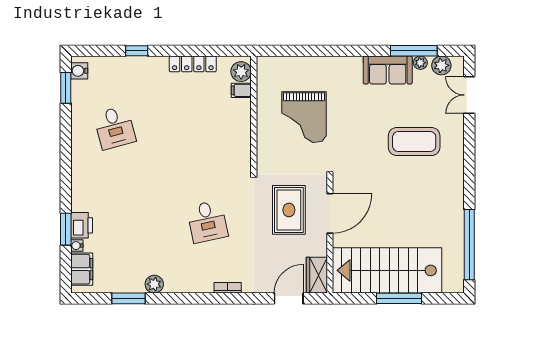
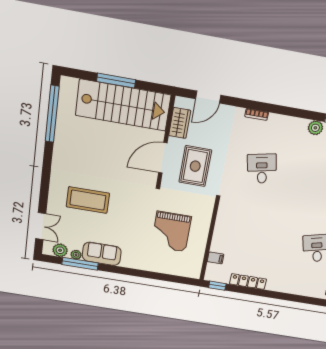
window: (137, 51) -> (217, 286), moved
plant: (241, 72) -> (213, 271), removed
grand piano: (304, 117) -> (171, 232), turned 180
wardrobe: (317, 275) -> (180, 123), moved

